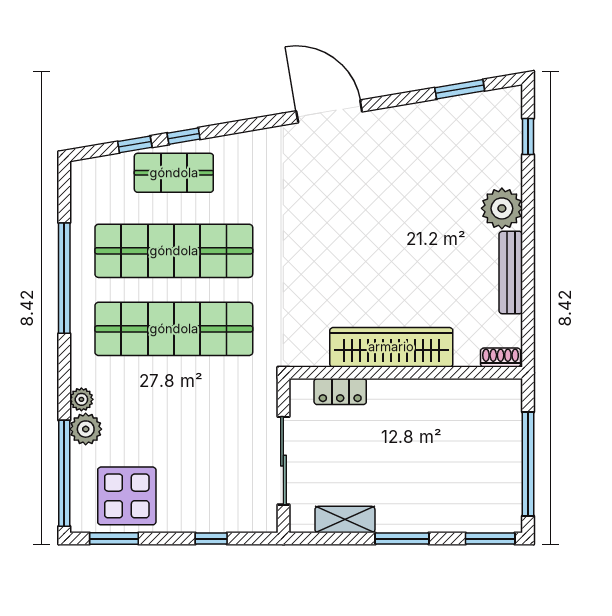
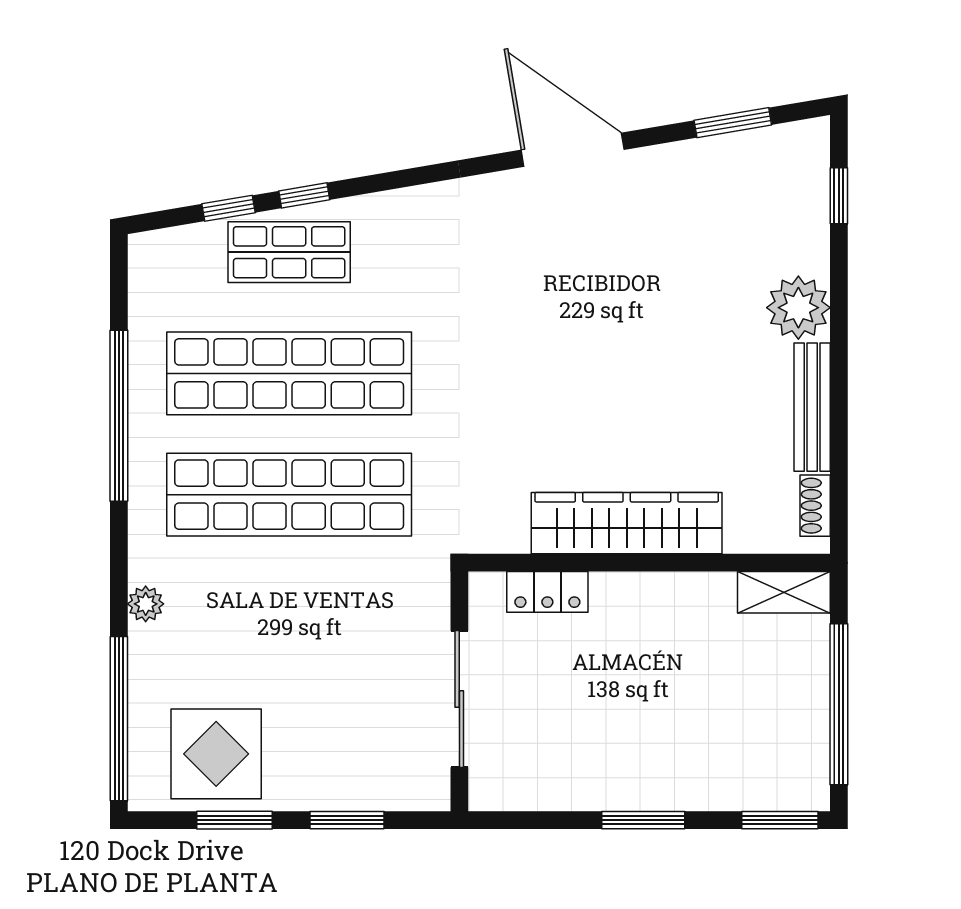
door: (329, 111) -> (573, 150), moved
shoe rack: (501, 358) -> (815, 506), moved, turned -90
plant: (86, 429) -> (152, 650), removed
shelving: (345, 520) -> (784, 592), moved
window: (114, 539) -> (235, 820), moved
window: (211, 539) -> (347, 820), width x1.50

